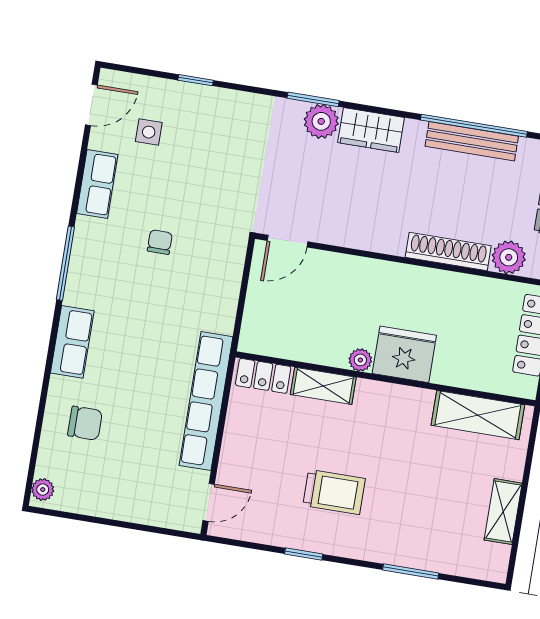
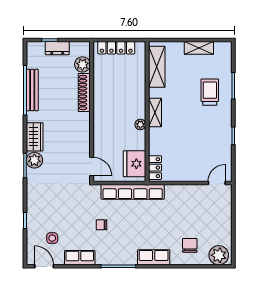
fridge: (404, 354) -> (135, 164), moved
shelving: (323, 386) -> (155, 113), moved
row of seats: (206, 401) -> (133, 192), moved
plant: (43, 490) -> (219, 255), width x1.88, depth x1.88
trolley: (334, 492) -> (210, 92), moved
door: (209, 502) -> (217, 183), hinge flipped

